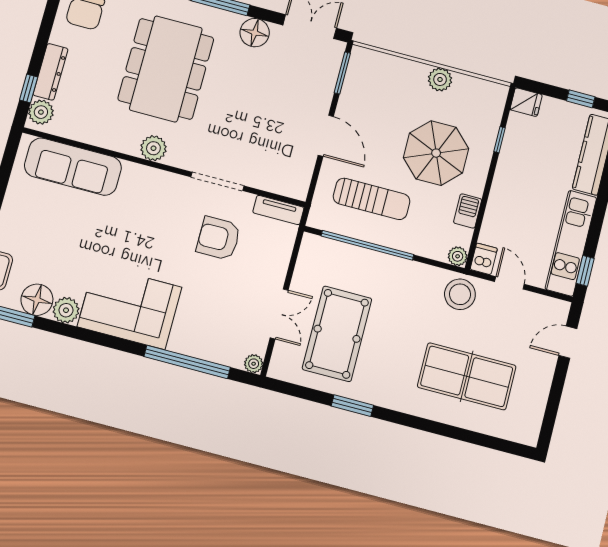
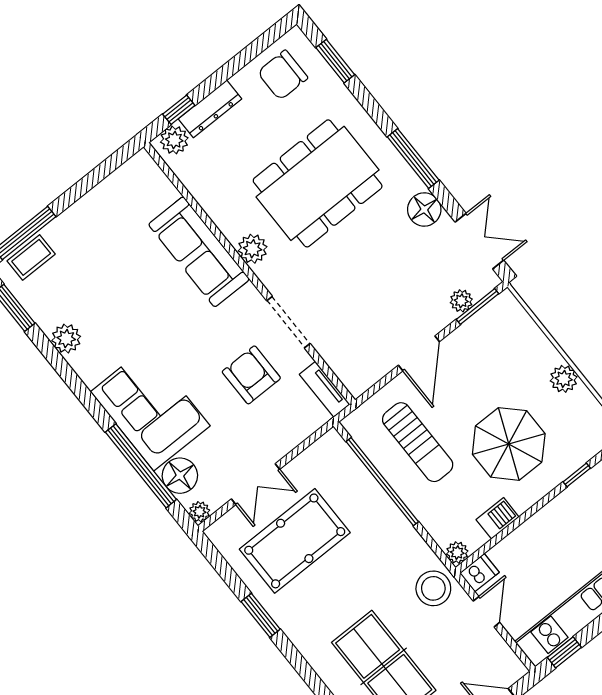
plant: (328, 77) -> (461, 301), added
sofa: (73, 167) -> (199, 252), moved
floor lamp: (37, 300) -> (180, 476), moved
corner sofa: (130, 307) -> (150, 409), moved

